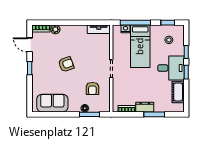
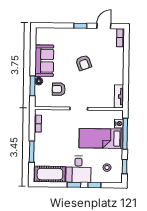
plant: (55, 29) -> (119, 52), removed
cot: (178, 92) -> (50, 174), width x1.37, depth x1.34
sofa: (52, 103) -> (44, 61), moved
dresser: (145, 107) -> (39, 142), removed

